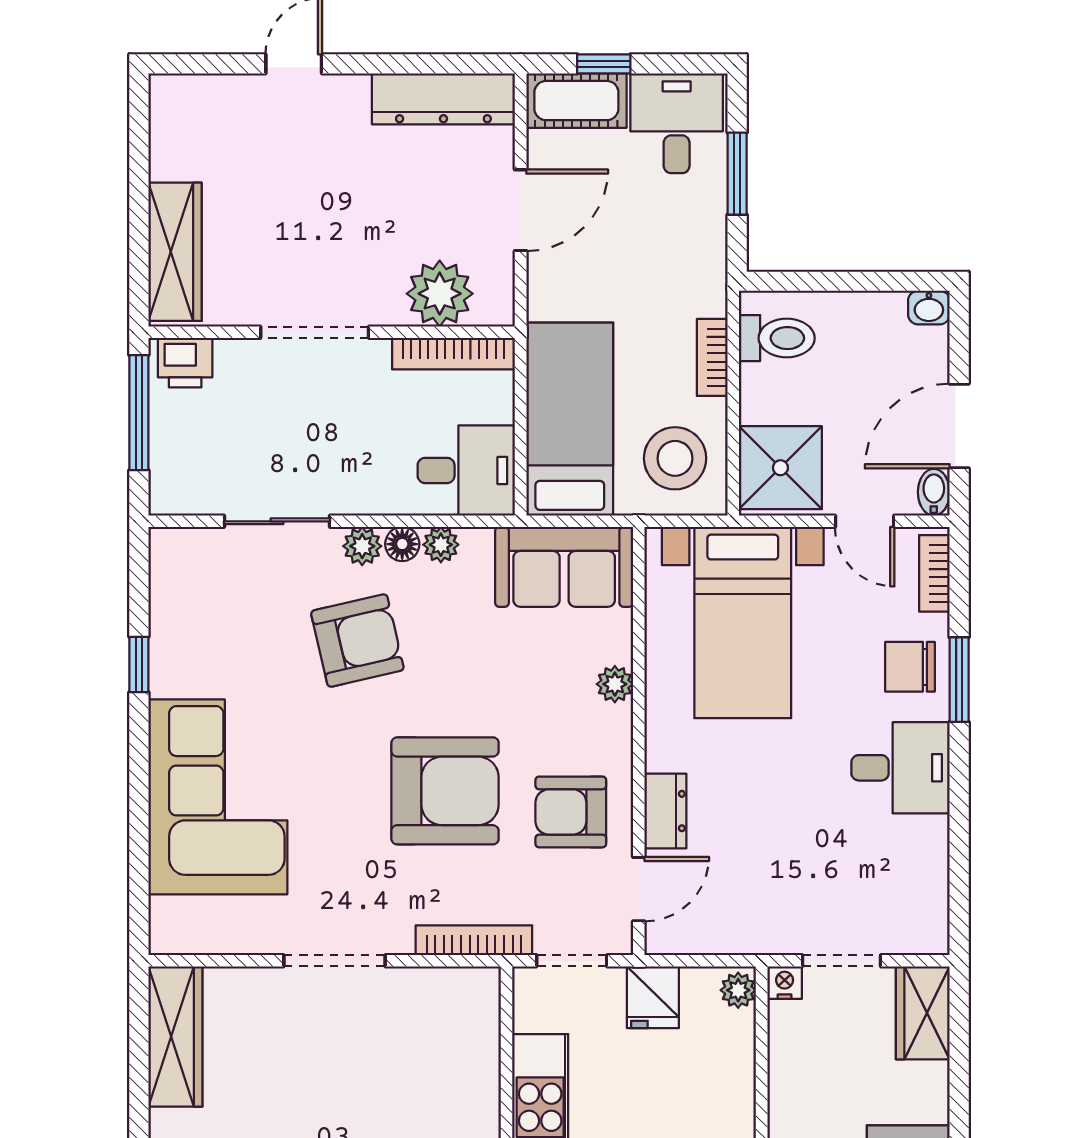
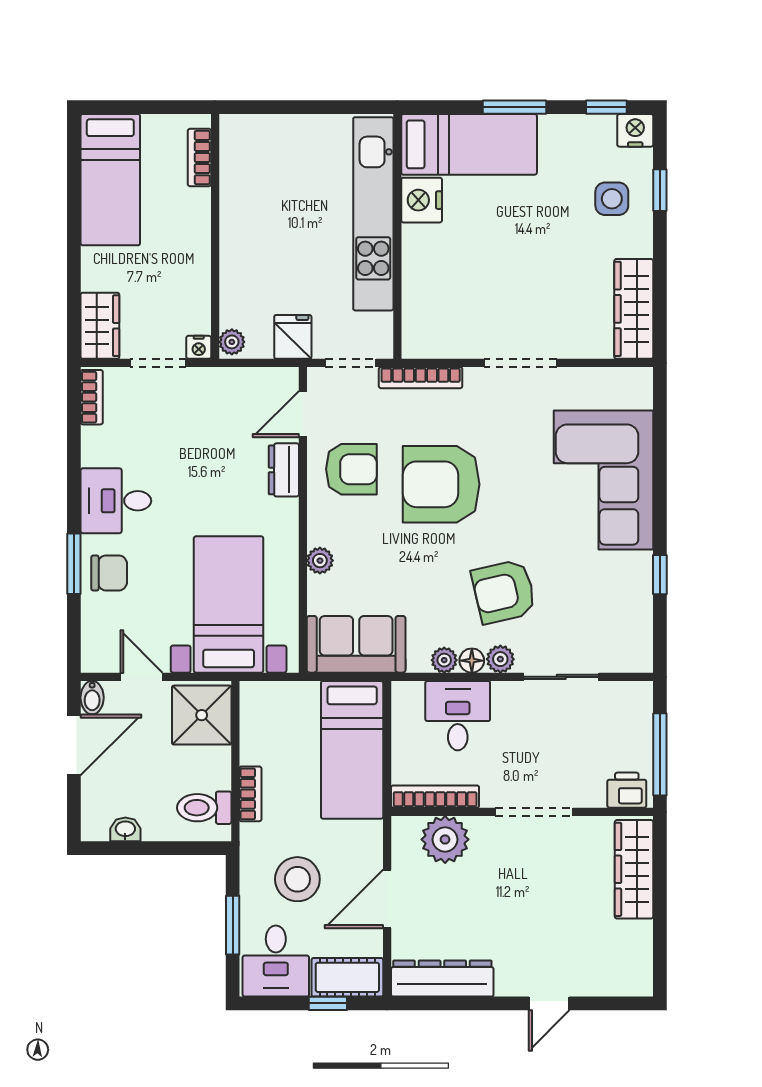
washbasin: (929, 308) -> (125, 829), moved
stool: (675, 458) -> (297, 879), moved
desk: (466, 470) -> (458, 716), moved, turned 90
bookcase: (934, 573) -> (92, 397), moved

